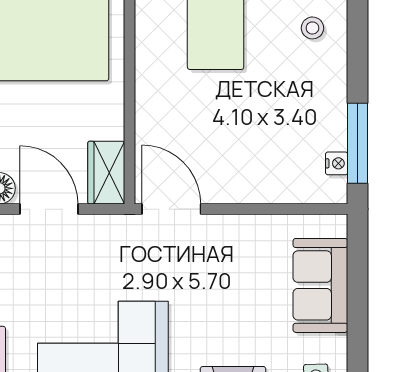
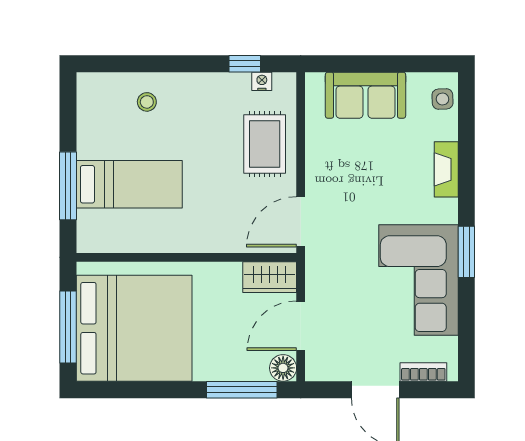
window: (357, 143) -> (245, 64), width x0.46
rug: (263, 167) -> (265, 144), added

